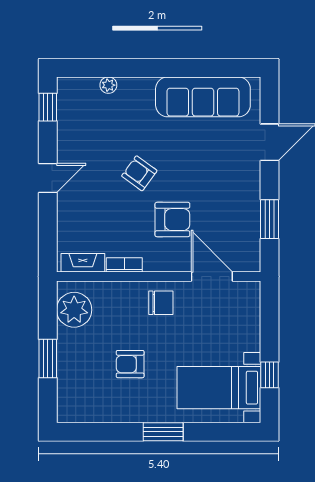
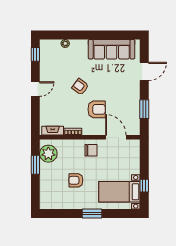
window: (48, 359) -> (35, 165), moved

